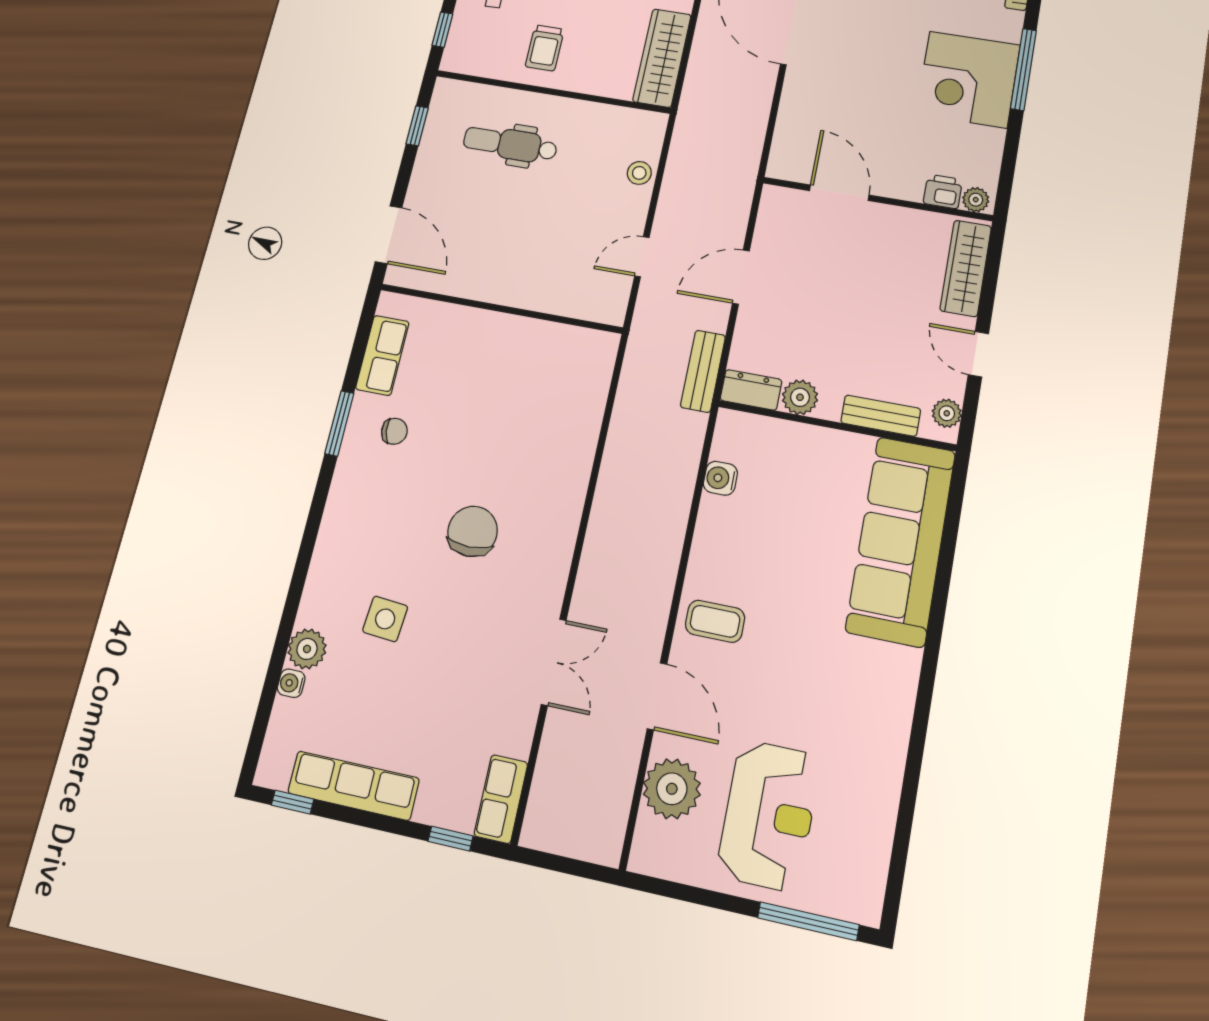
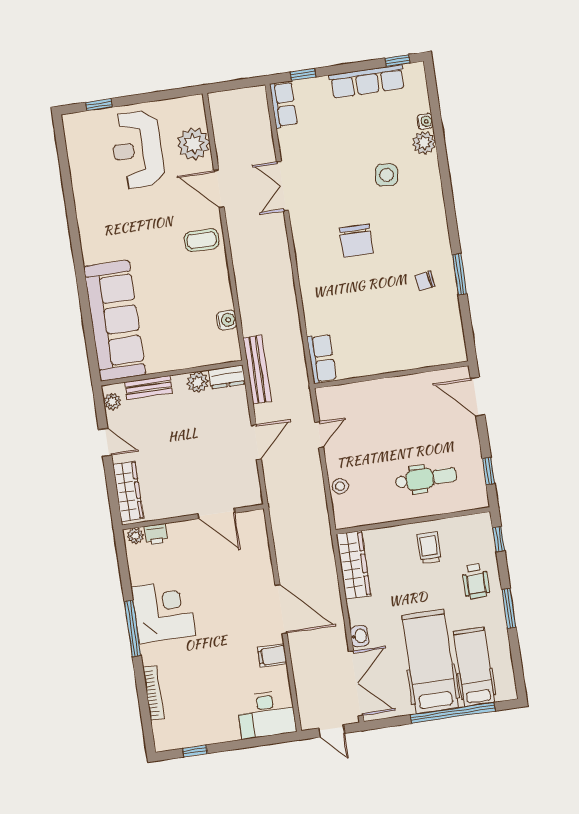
row of seats: (382, 355) -> (322, 359), moved, turned 180
bench: (703, 371) -> (257, 369), width x1.36
window: (808, 921) -> (99, 105), width x0.46

